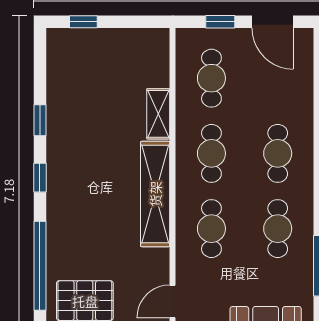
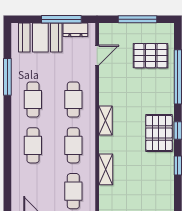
pallet: (71, 174) -> (159, 133), added
shelving: (155, 194) -> (105, 121), width x0.45, depth x0.75

